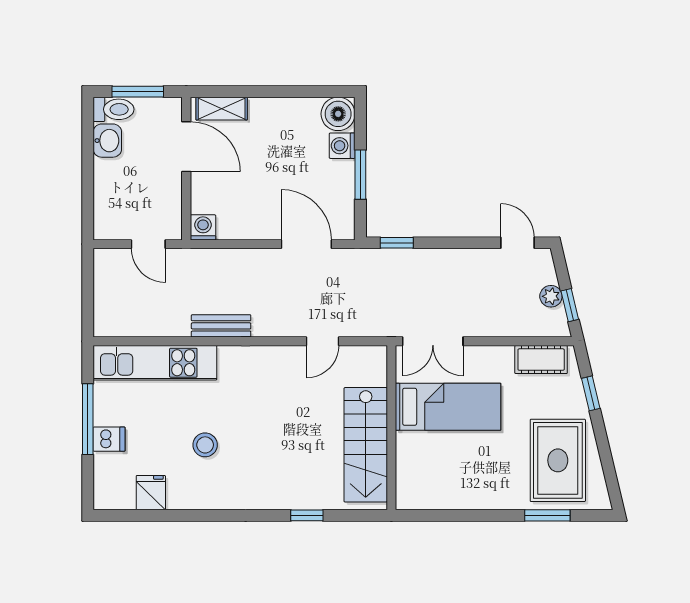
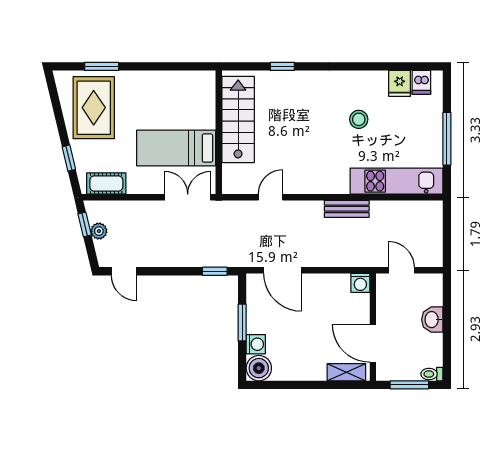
toilet: (113, 109) -> (432, 374), width x0.73, depth x0.72
washbasin: (107, 141) -> (432, 320), moved
dishwasher: (109, 439) -> (421, 82), moved, turned -90

